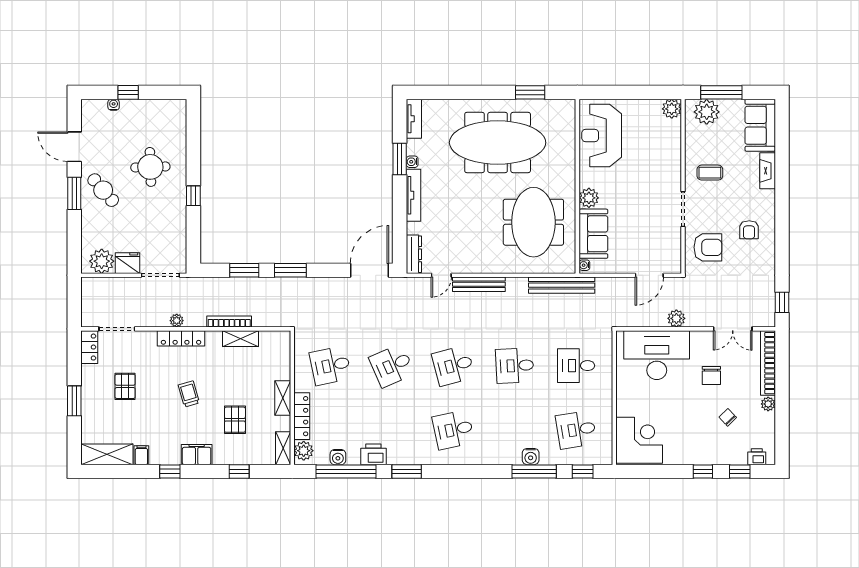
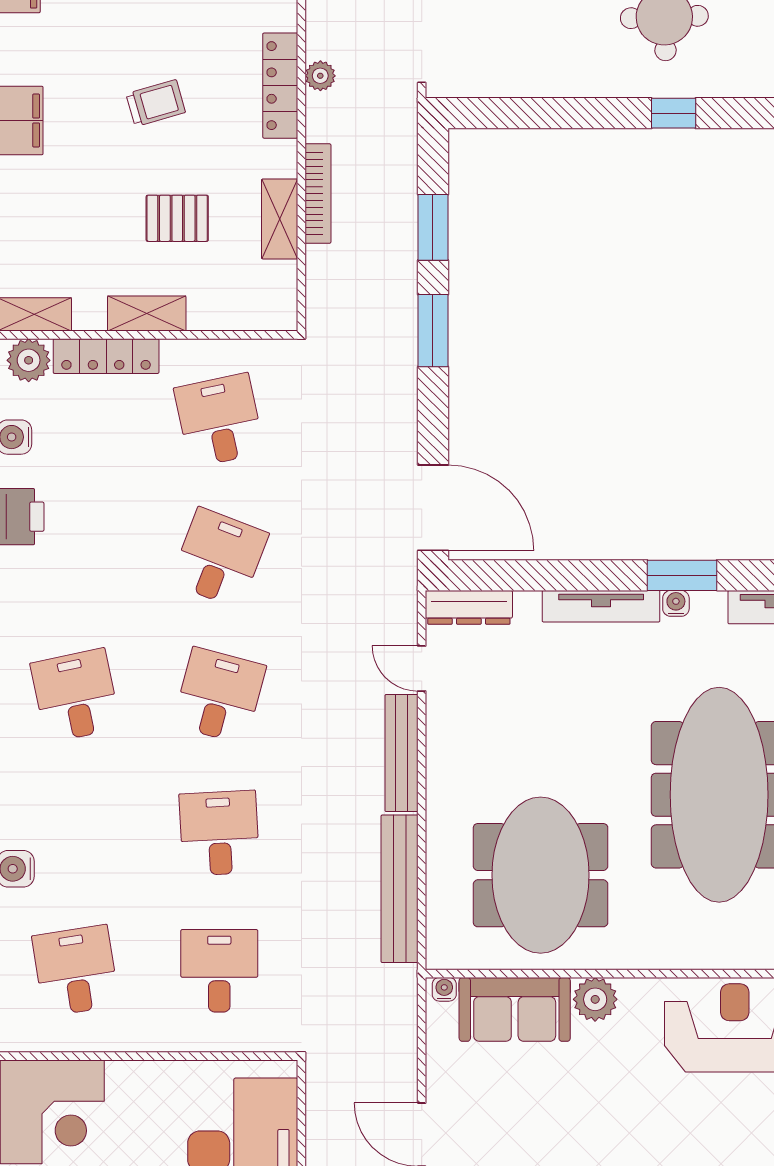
window: (193, 196) -> (674, 113), moved
meeting table: (533, 222) -> (541, 875), turned 90
bench: (562, 285) -> (400, 889), moved
desk: (392, 366) -> (219, 558), turned 45
desk: (453, 366) -> (219, 696), turned 30
pallet: (235, 420) -> (177, 218), moved

